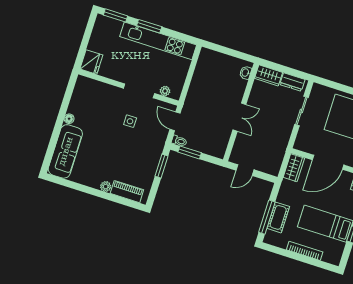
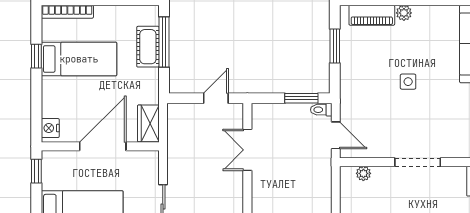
doorway: (139, 91) -> (418, 162), moved
double door: (239, 117) -> (247, 150), moved
side table: (130, 121) -> (408, 82), moved
window: (161, 166) -> (335, 46), moved
bookcase: (305, 251) -> (67, 12), moved

